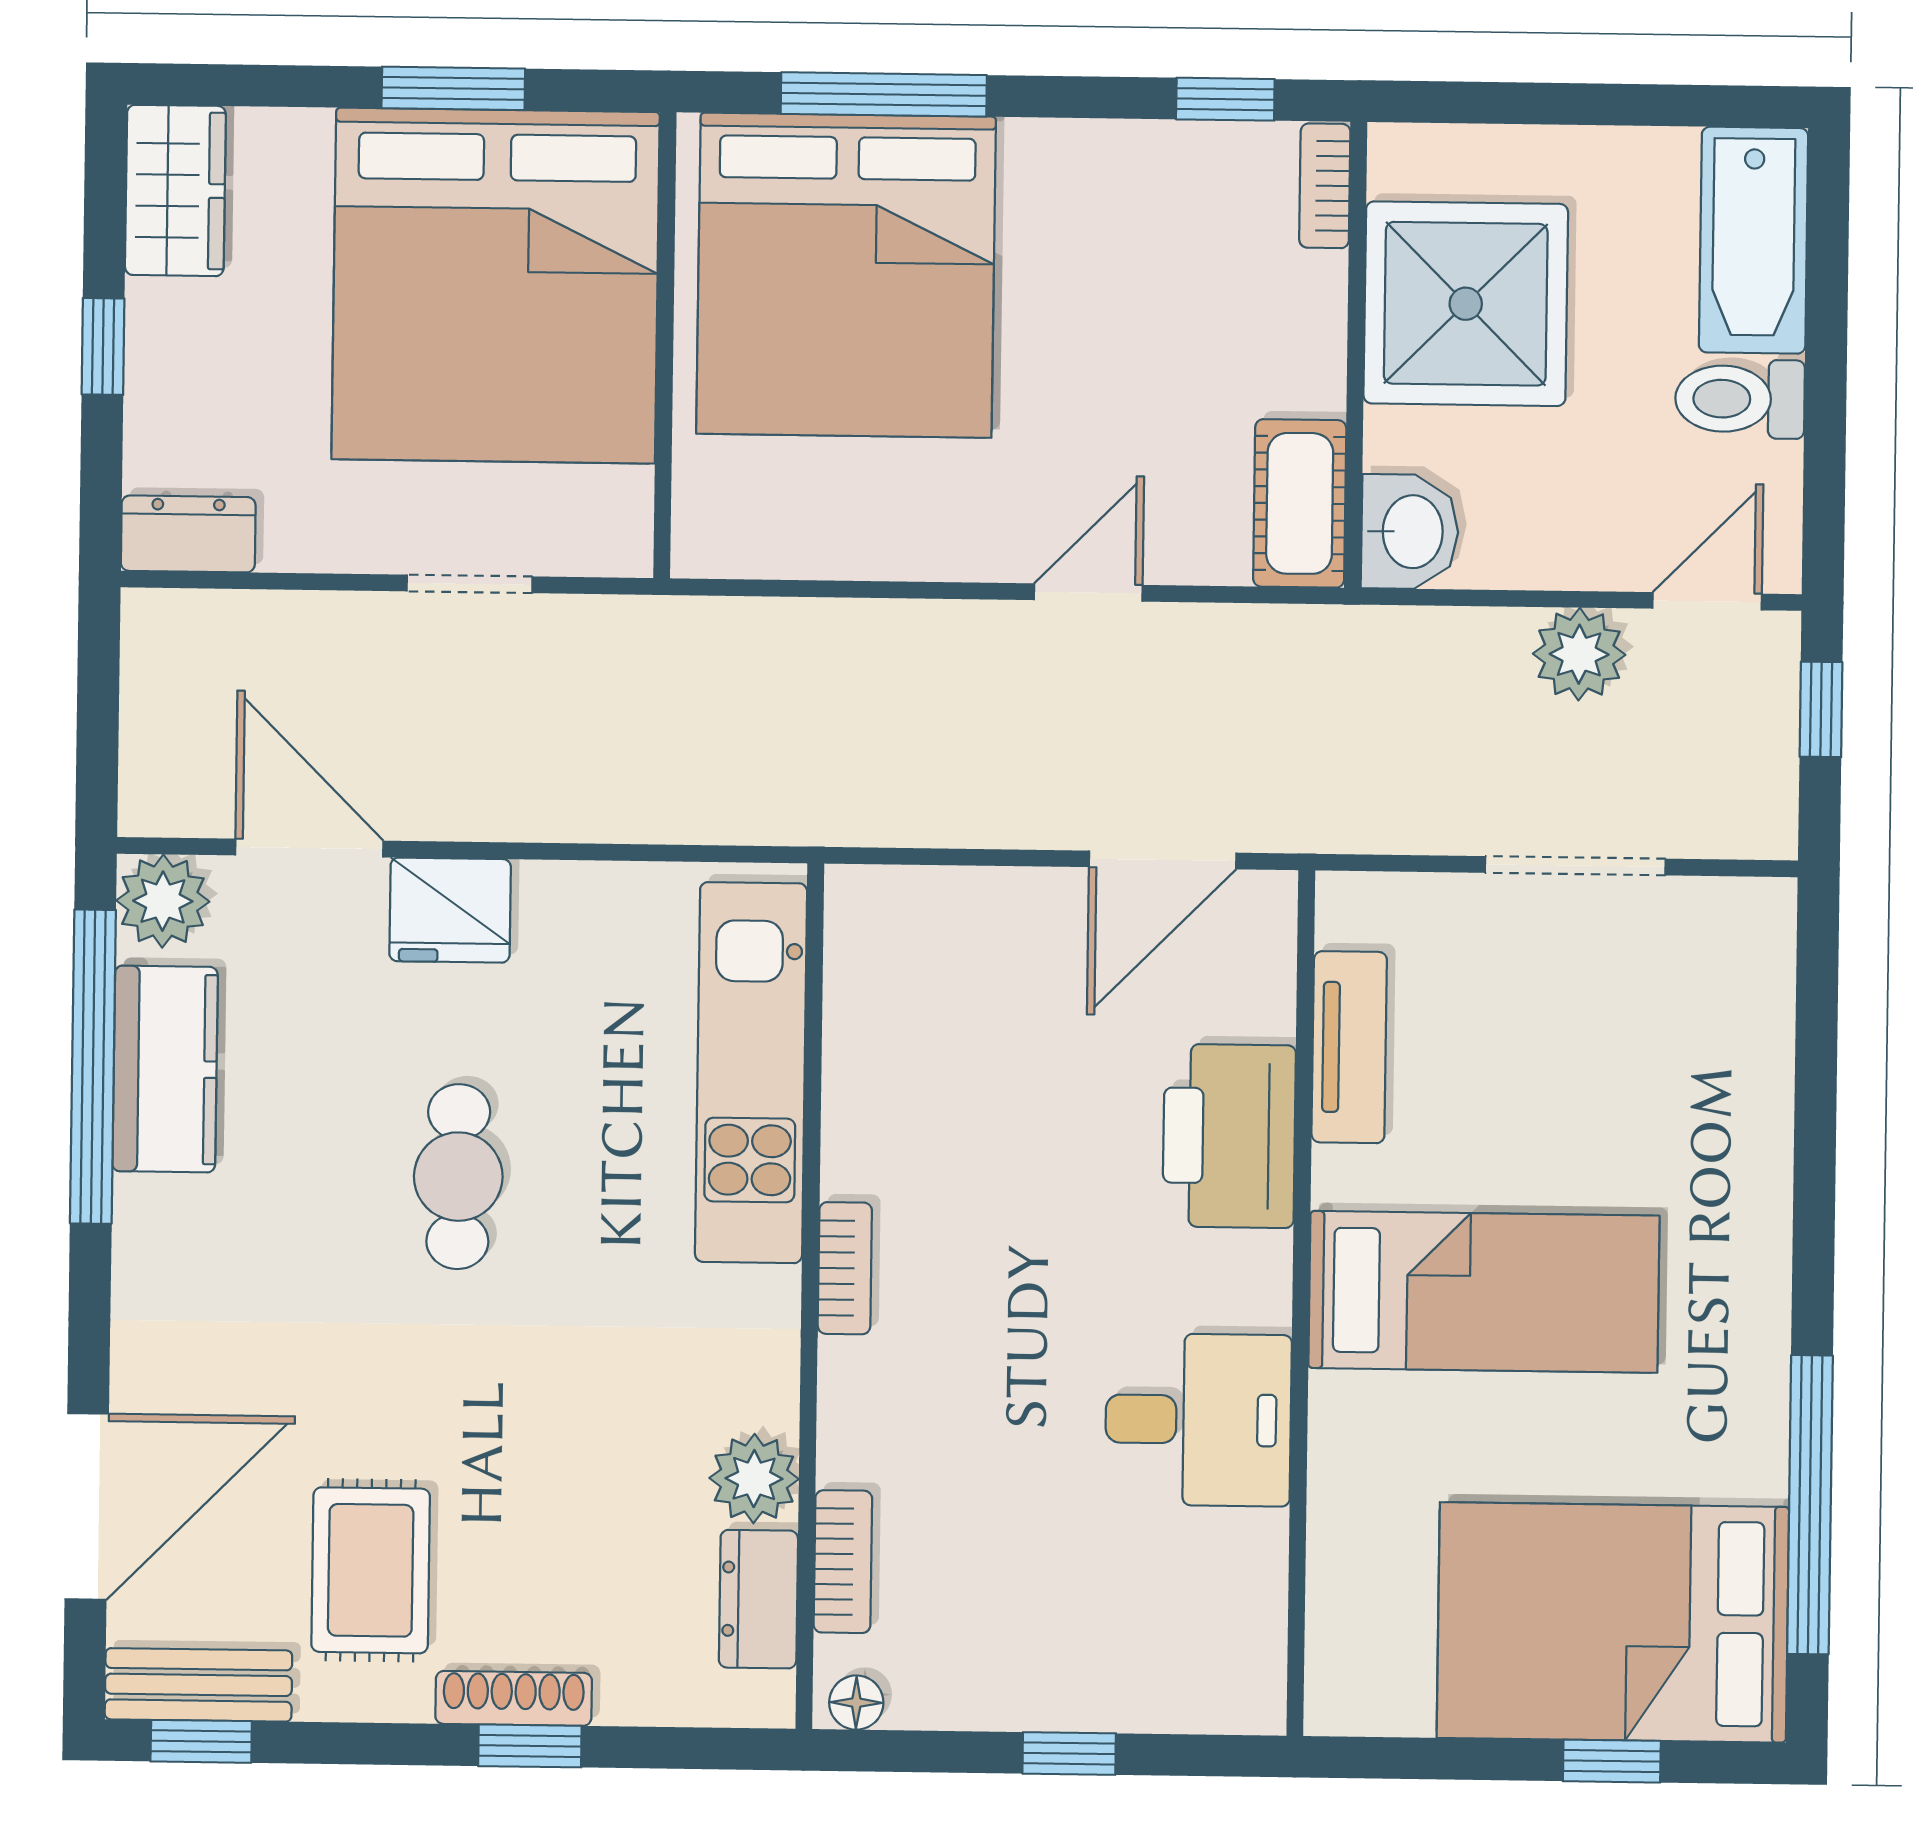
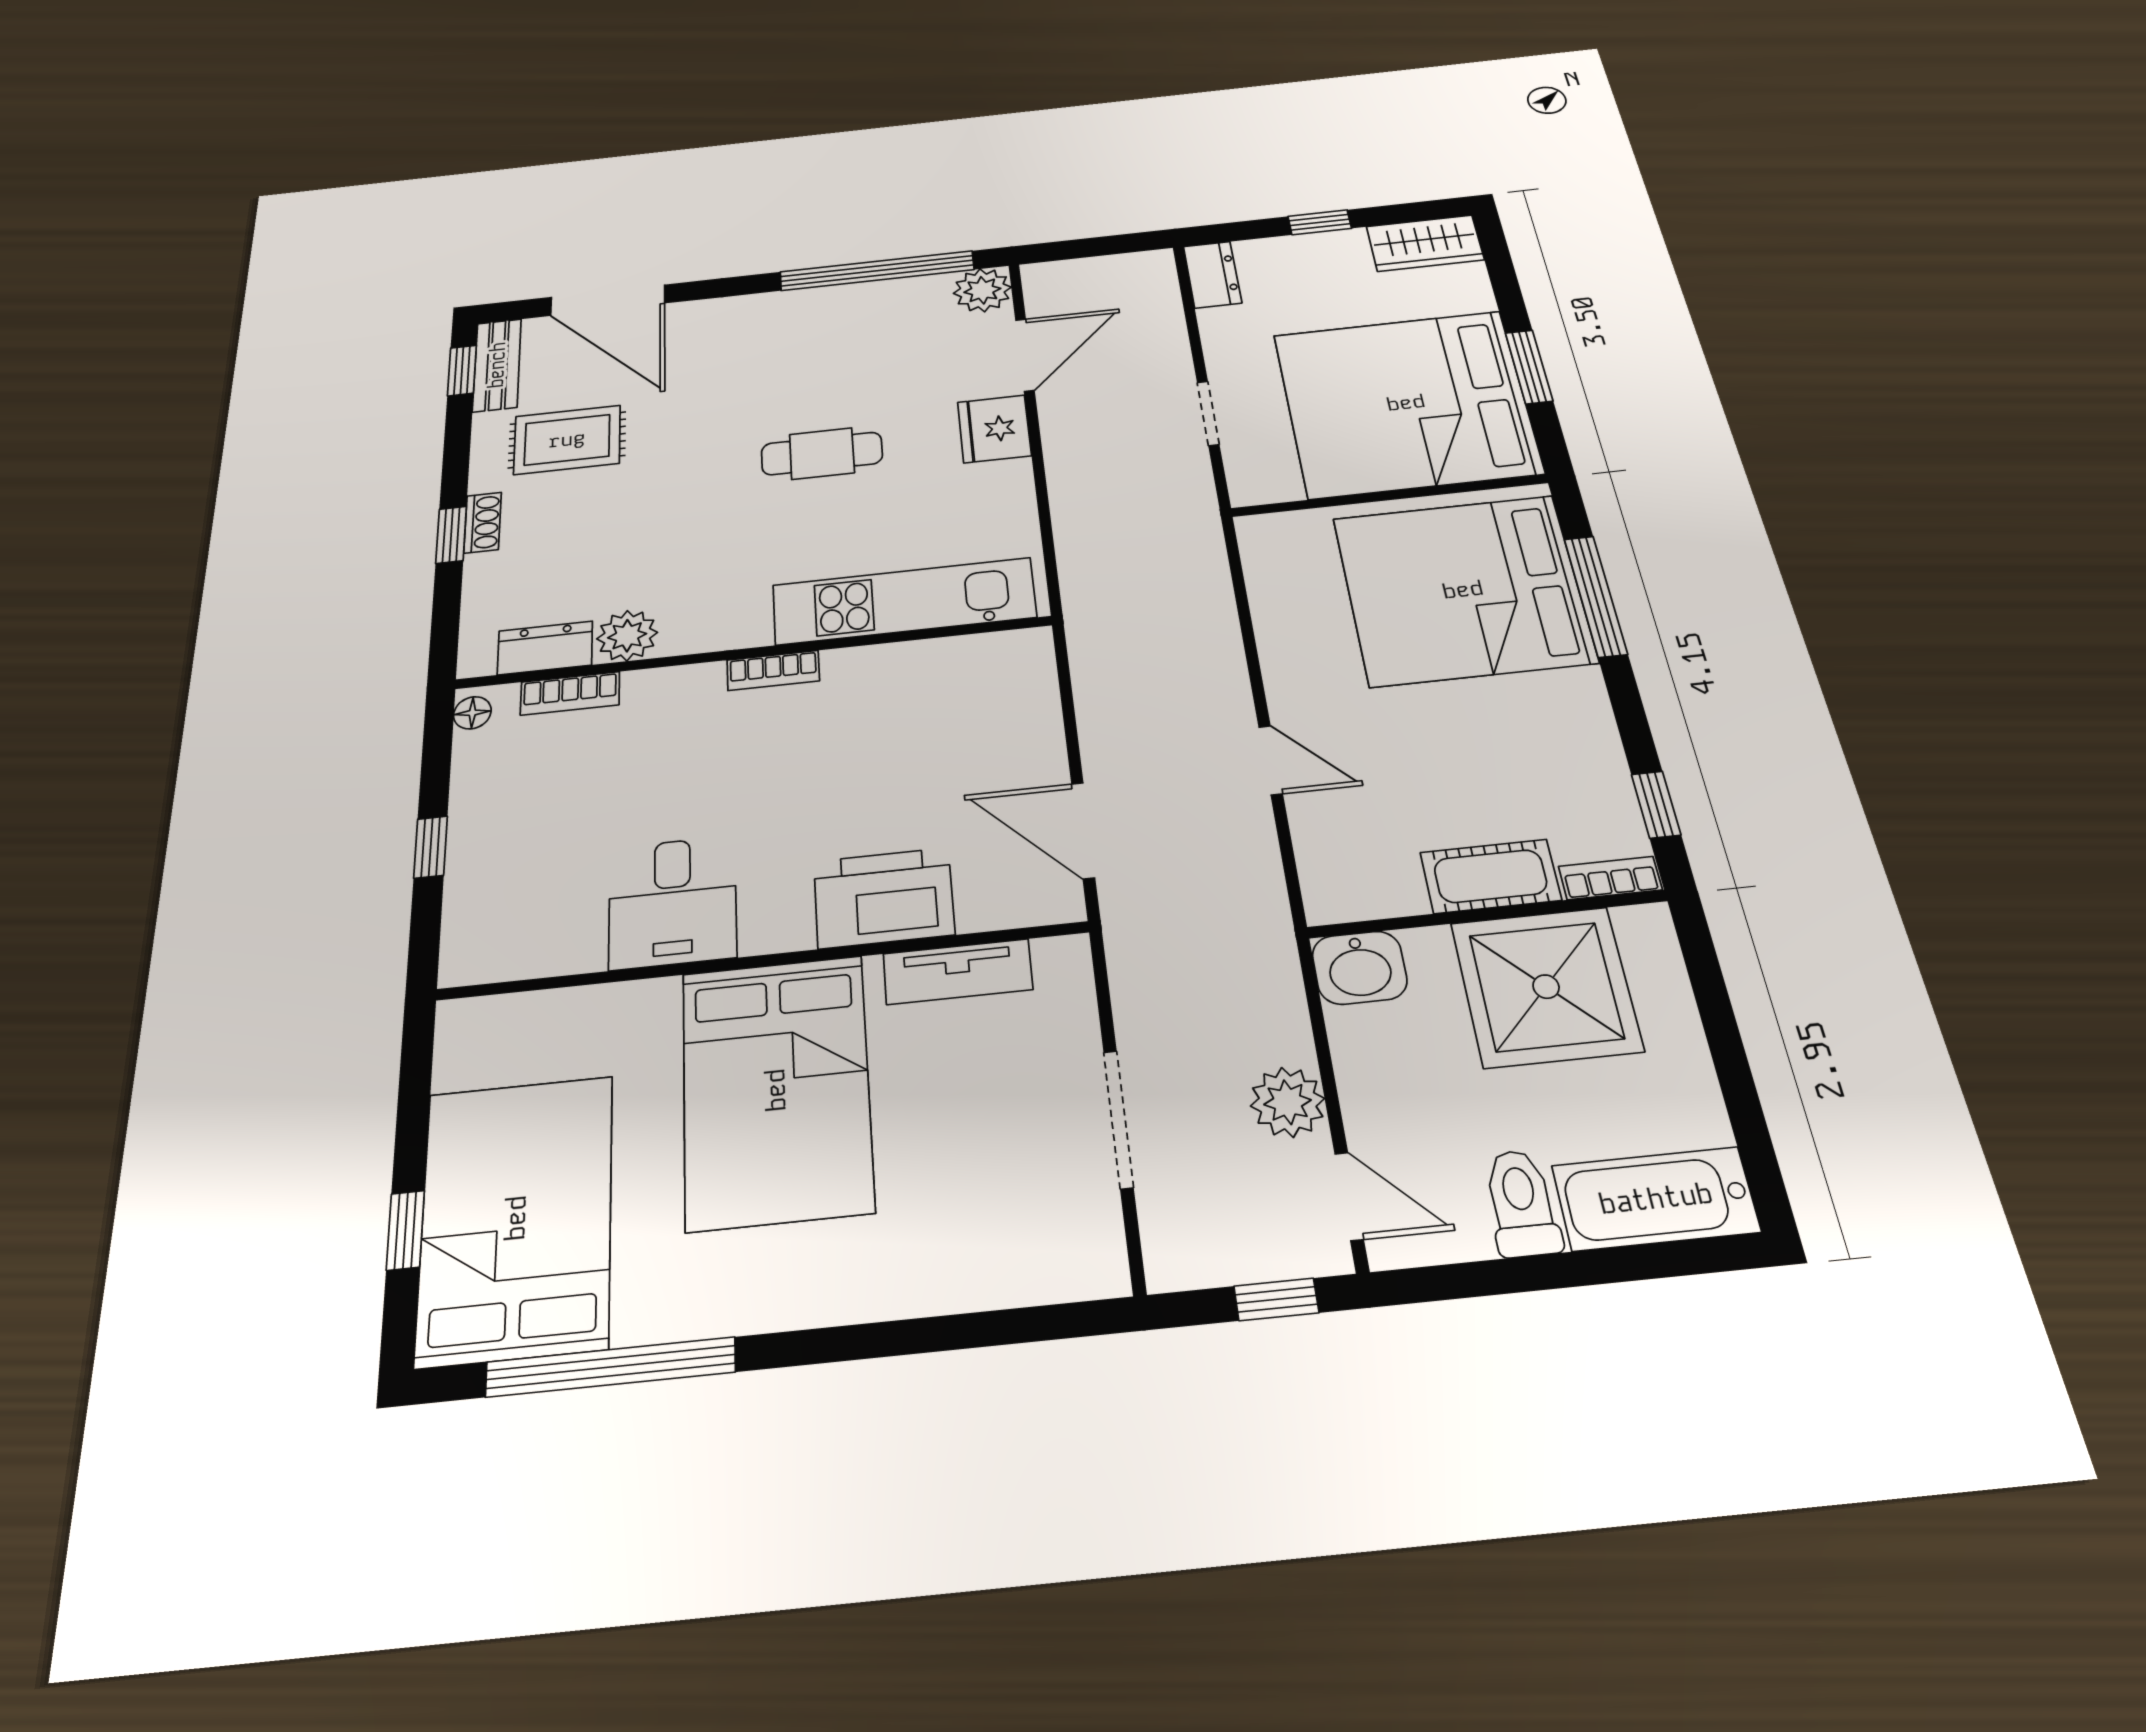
cot: (1300, 503) -> (1490, 876), moved
kitchen counter: (165, 1069) -> (878, 304), removed
bed: (1484, 1292) -> (776, 1090), width x1.50
shoe rack: (514, 1698) -> (483, 523), width x0.70

